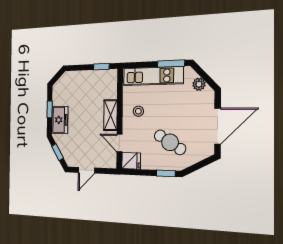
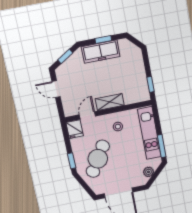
freezer: (60, 120) -> (101, 52), width x1.40
cafe table: (170, 142) -> (98, 159), width x1.37, depth x1.35

